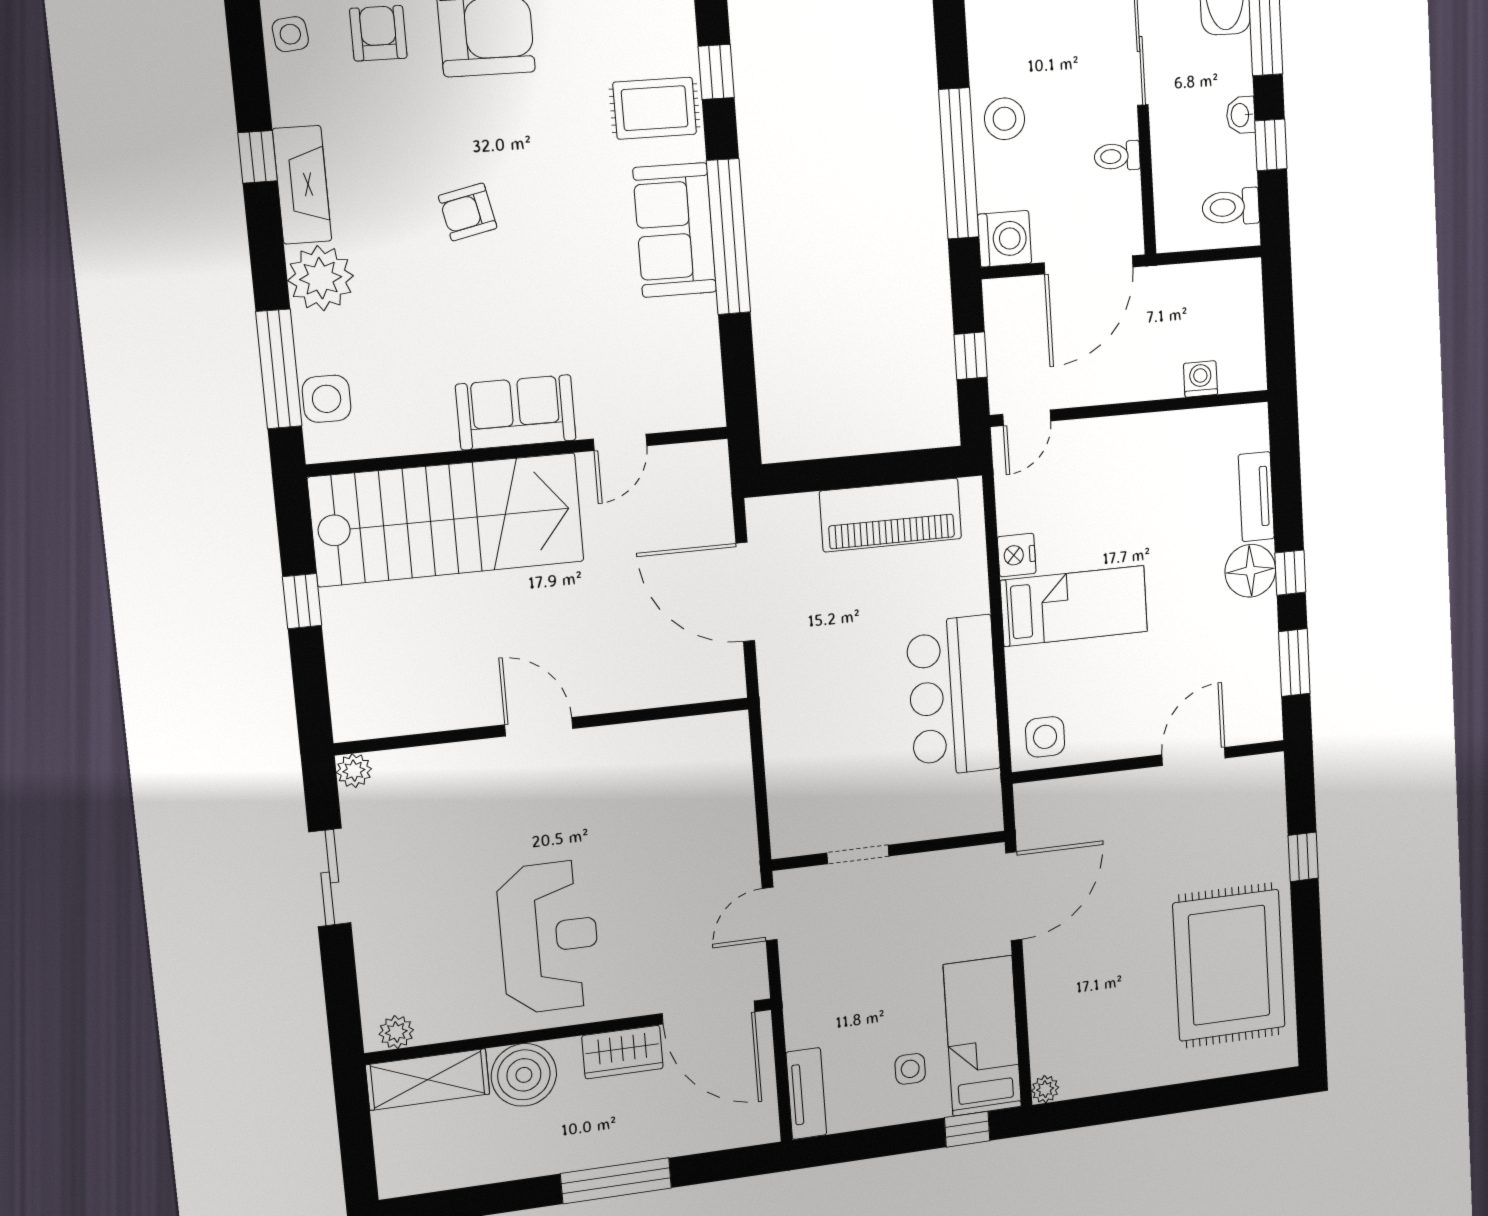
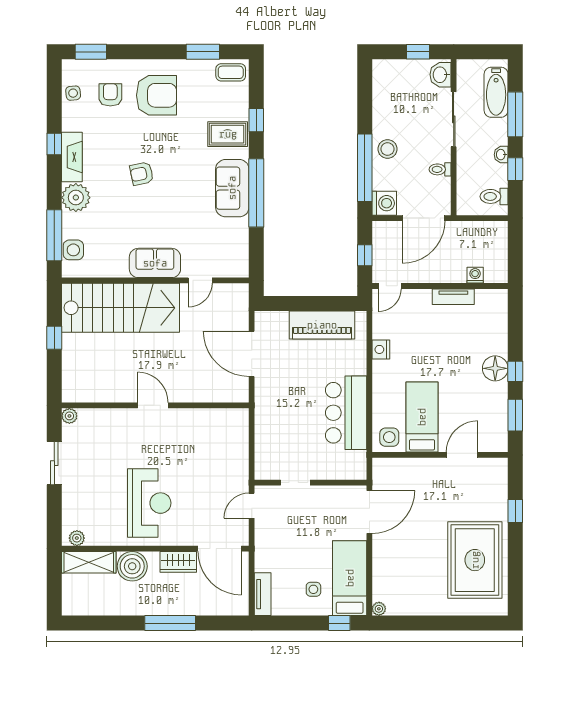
tv unit: (1256, 497) -> (453, 297), moved, turned -90
bed: (1074, 606) -> (422, 417), moved, turned -90

